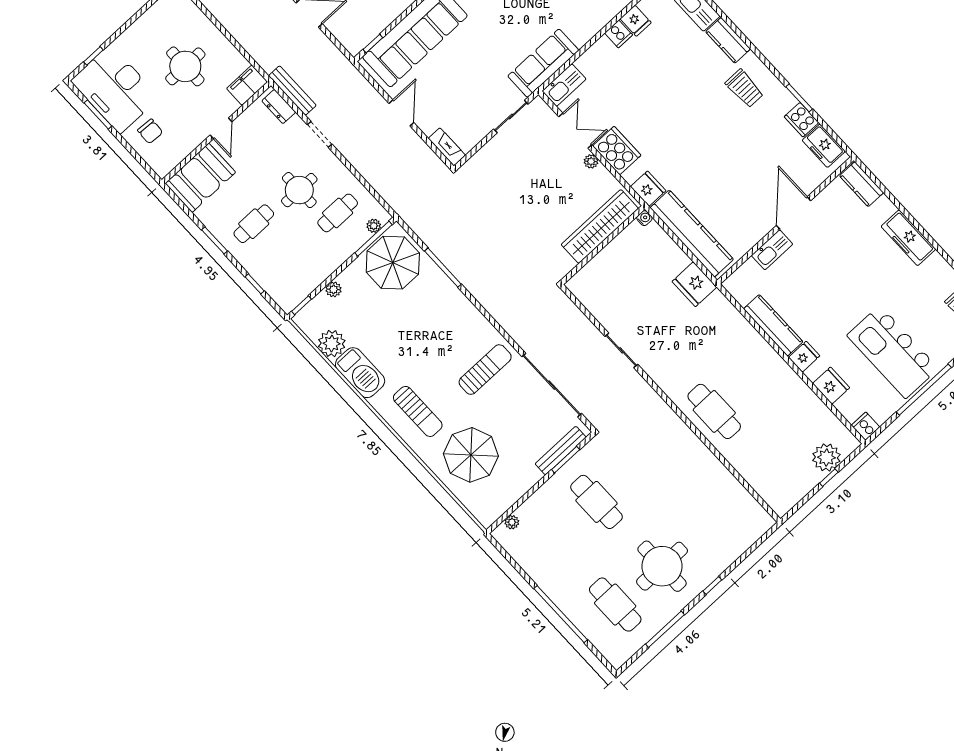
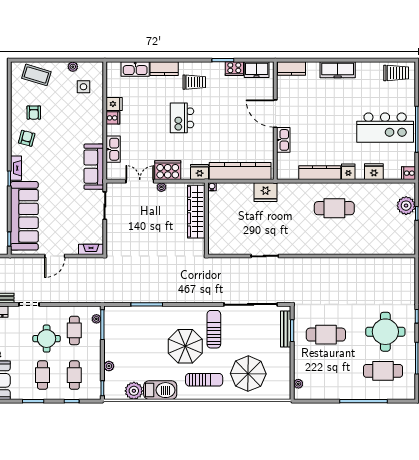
kitchen sink: (564, 85) -> (113, 149), moved
kitchen island: (691, 112) -> (182, 118), added
door: (401, 113) -> (55, 256), swing flipped
cafe table: (287, 260) -> (74, 375), added
parasol: (393, 263) -> (185, 346), moved
cafe table: (714, 411) -> (334, 208), moved

